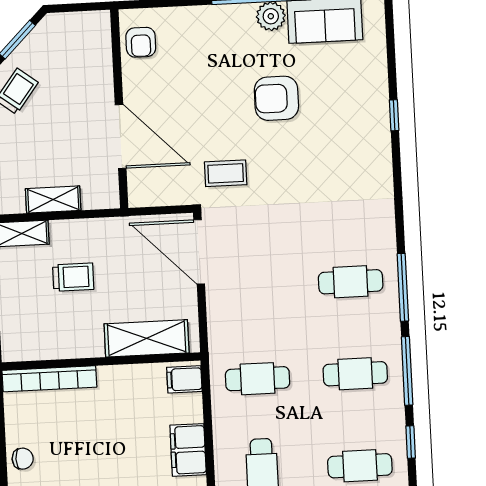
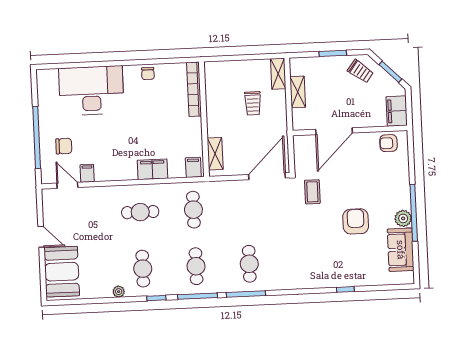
filing cabinet: (85, 28) -> (397, 111), added
shelving: (147, 338) -> (215, 154), width x0.67, depth x0.75

